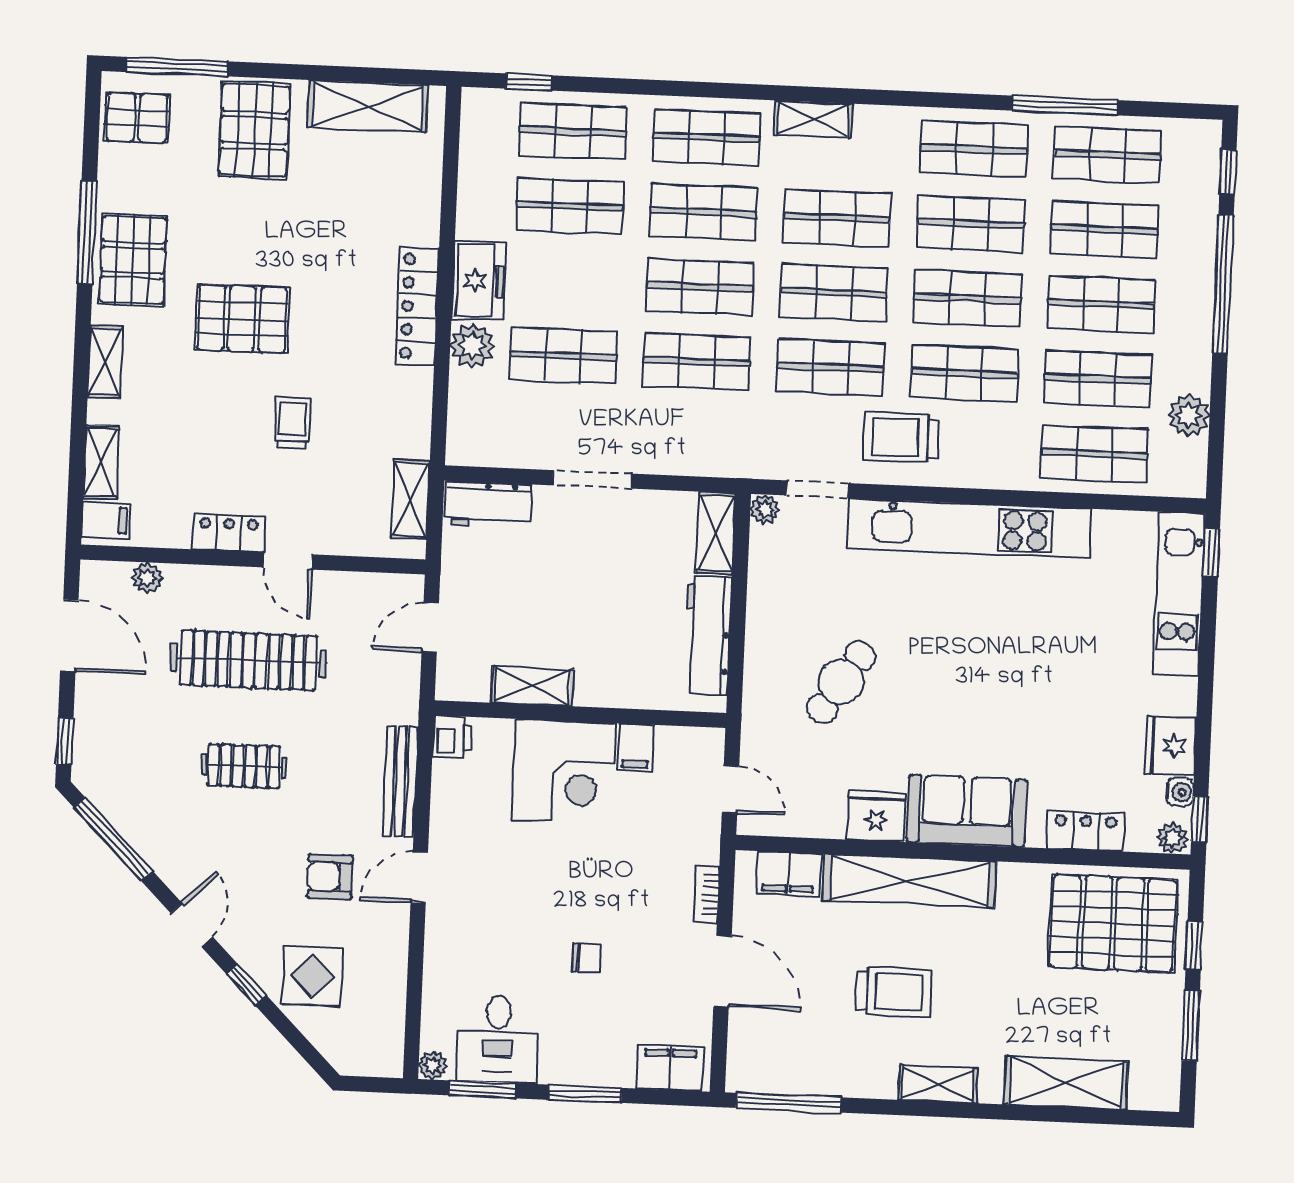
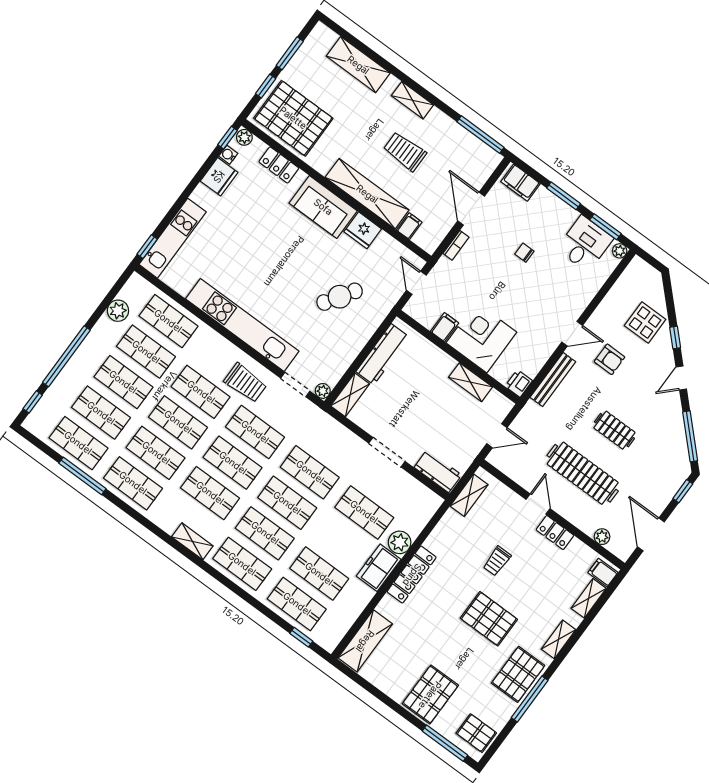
shelving: (368, 106) -> (365, 641), moved, turned 90
filing cabinet: (789, 874) -> (409, 226), width x0.50

